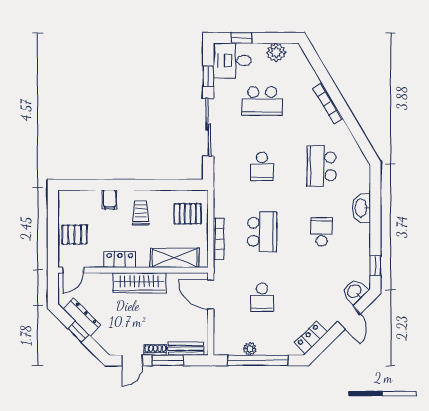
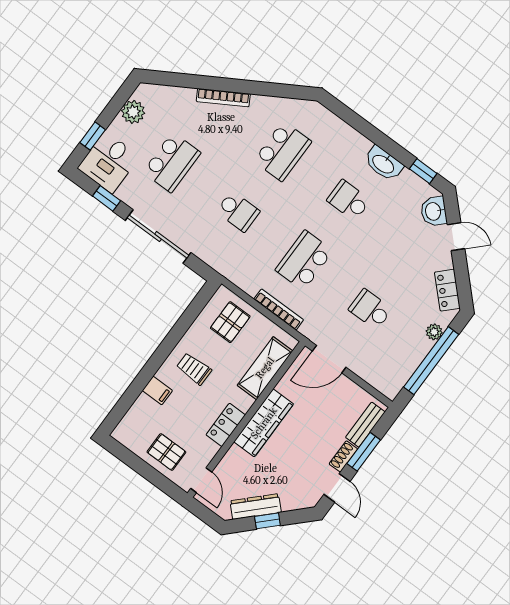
school desk: (322, 166) -> (282, 151), turned -90
washbasin: (361, 208) -> (384, 164), moved
school desk: (262, 232) -> (304, 260), turned -90
pallet: (74, 234) -> (166, 452), turned 90
school desk: (262, 297) -> (370, 309), turned 180
plant: (250, 349) -> (434, 332), moved

